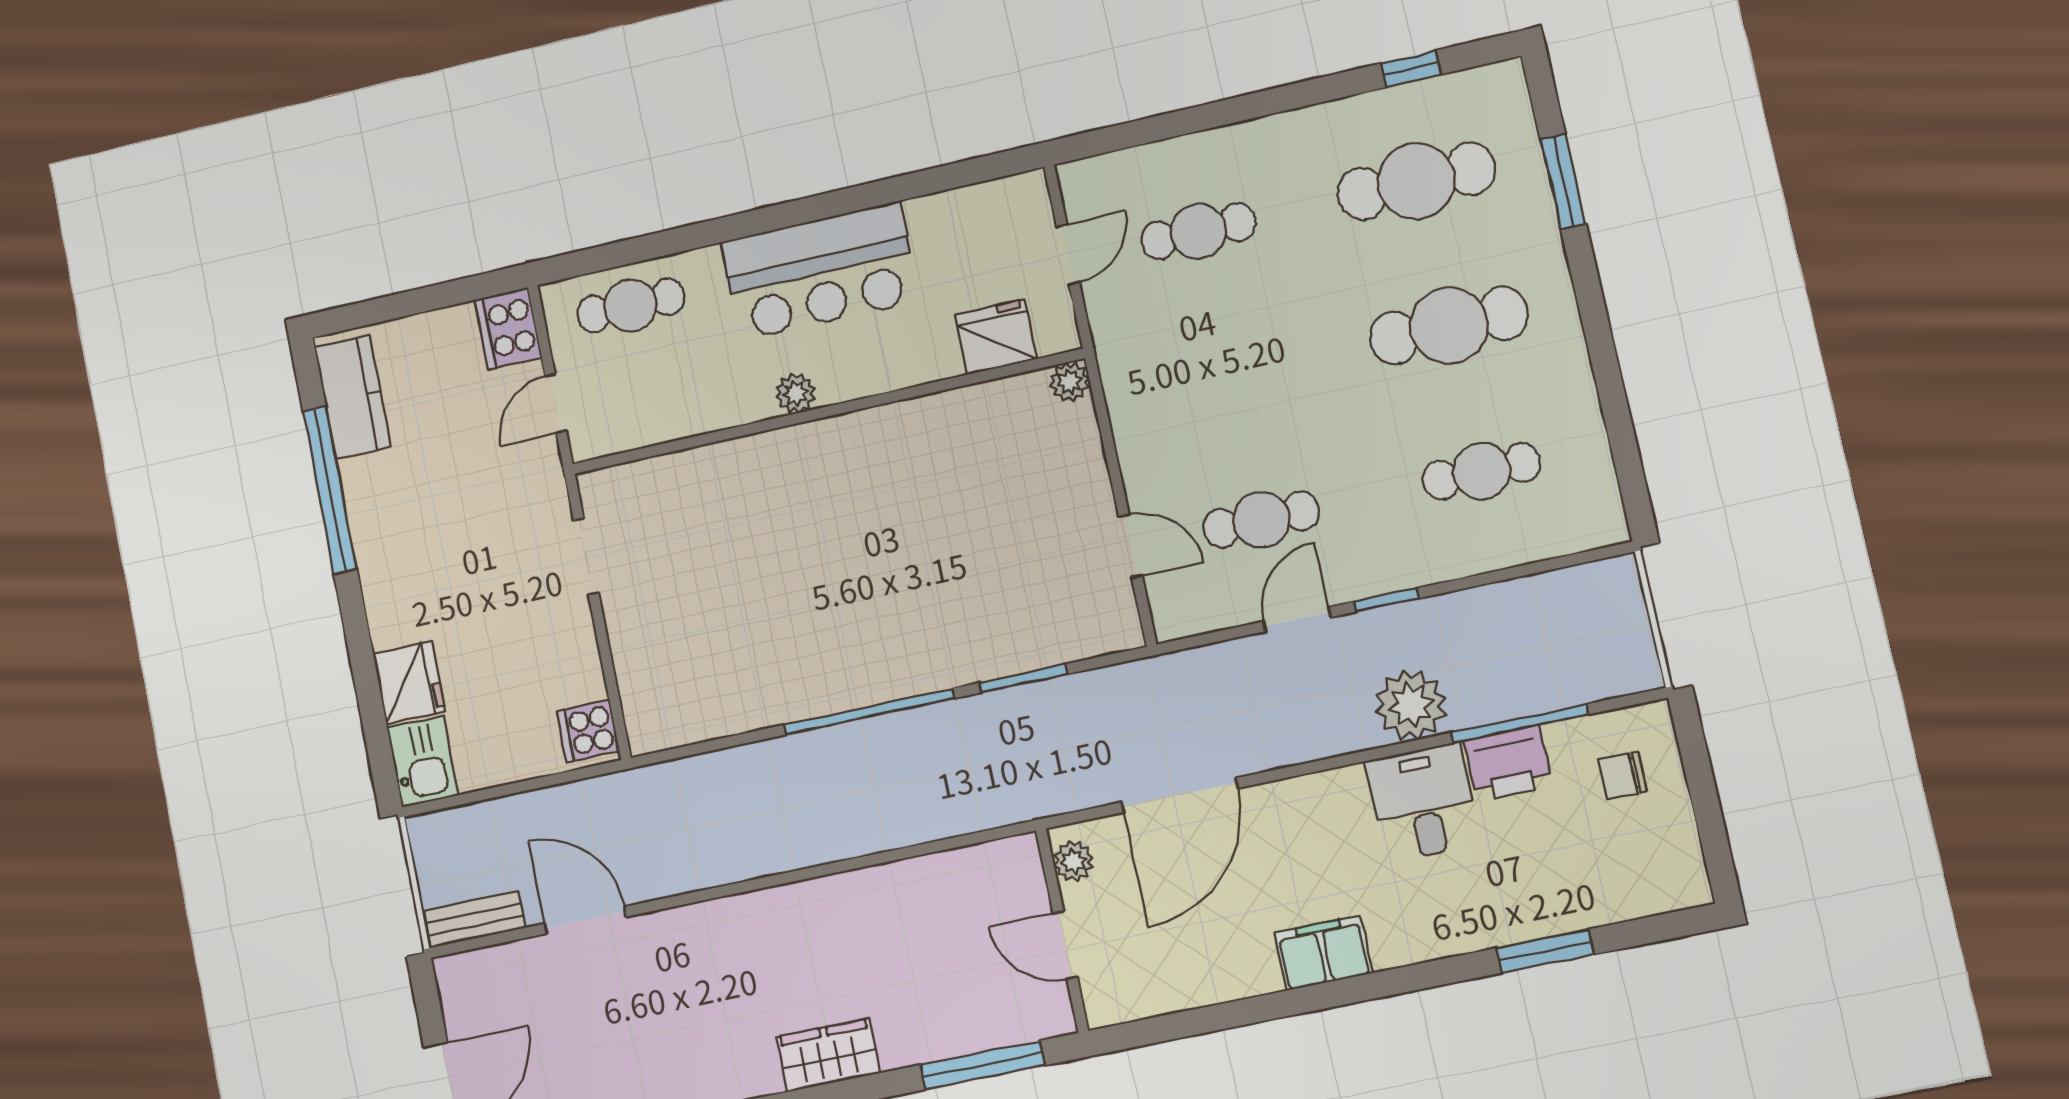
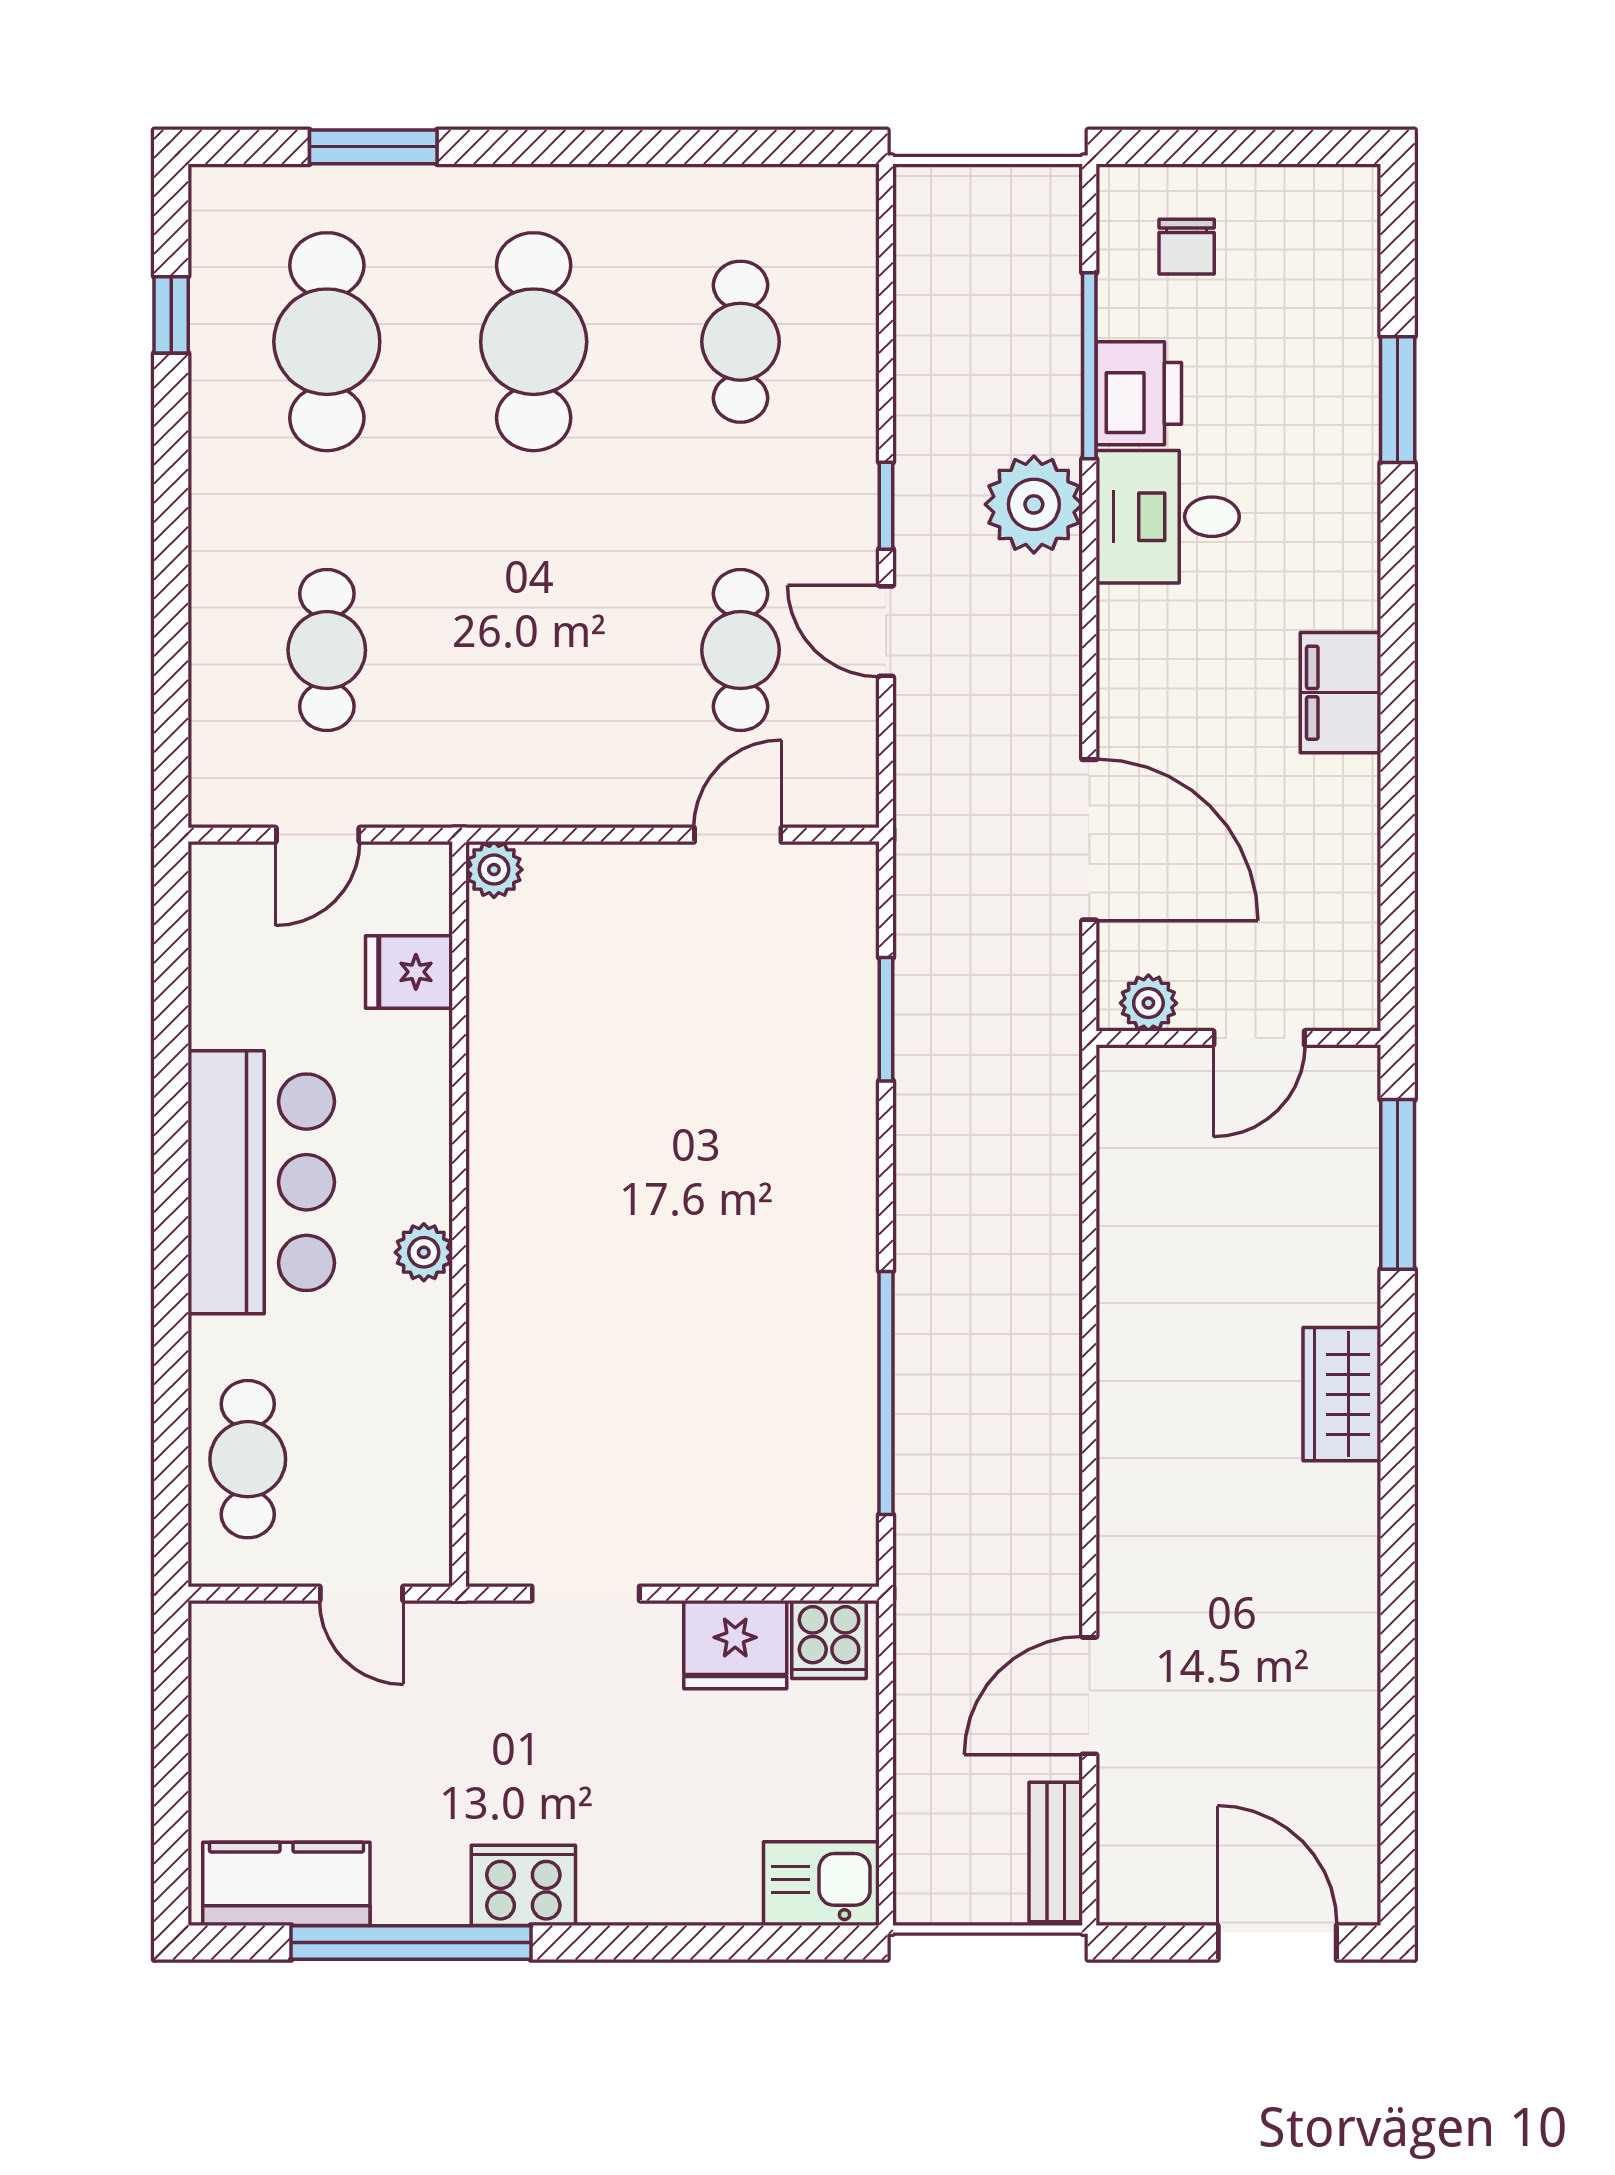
door: (1068, 255) -> (318, 835), swing flipped
cooker: (508, 329) -> (523, 1885), moved, turned 180
fridge: (996, 337) -> (409, 972), width x0.72
fridge: (409, 682) -> (735, 1645), moved, turned 180
window: (869, 712) -> (886, 1393), moved

